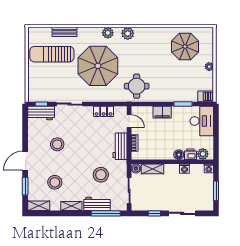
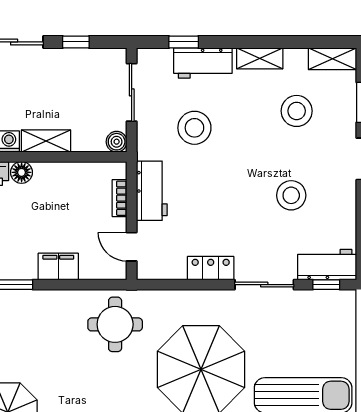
locker: (104, 111) -> (211, 268), moved
shelving: (153, 169) -> (46, 141), moved
window: (106, 213) -> (184, 42), width x0.46

